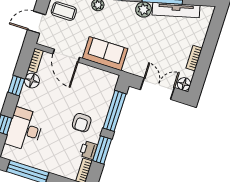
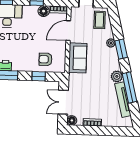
double door: (157, 89) -> (63, 102), swing flipped
window: (115, 111) -> (39, 76), width x0.46
armchair: (82, 123) -> (45, 59), moved

